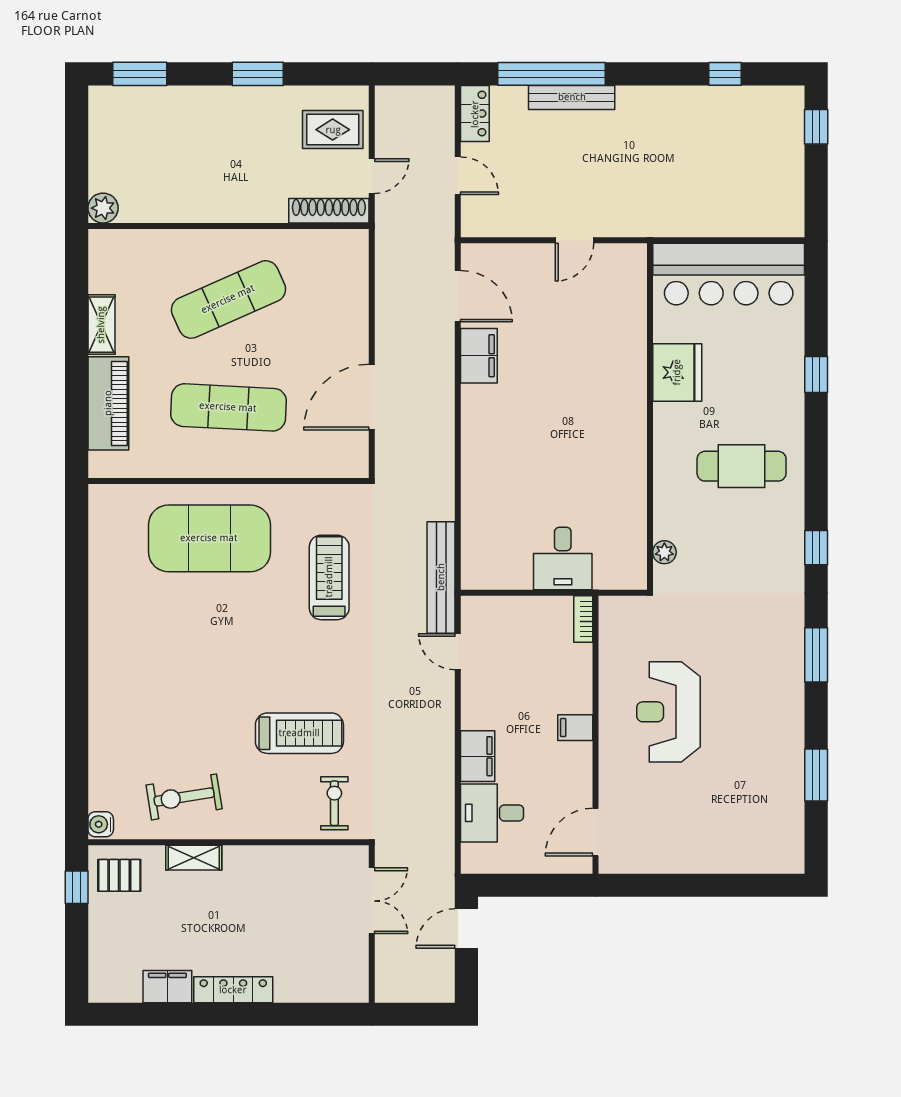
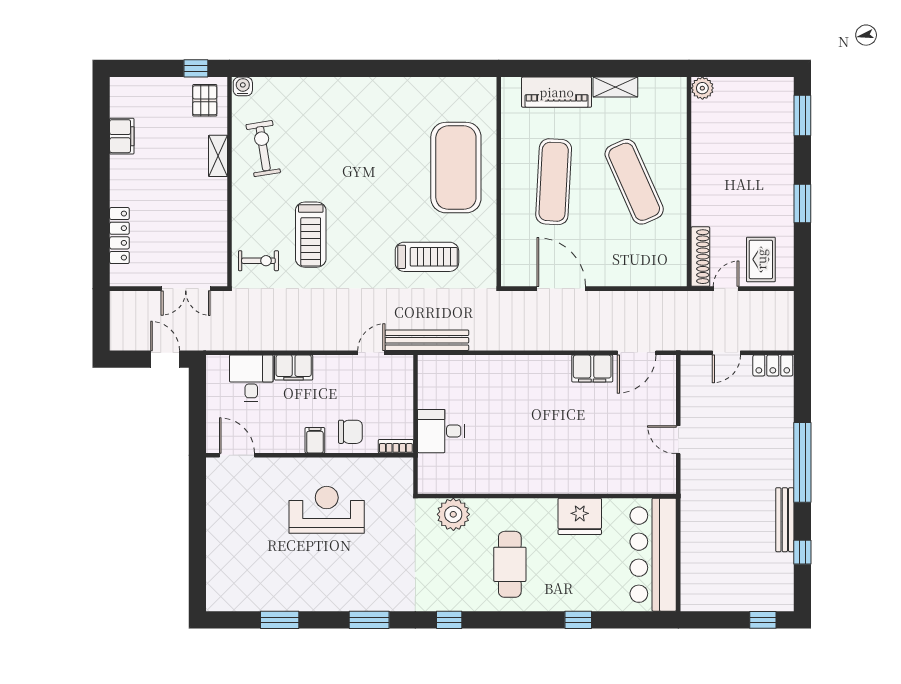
window: (552, 74) -> (802, 462), moved
bench: (572, 97) -> (785, 520), moved
door: (372, 176) -> (726, 289), swing flipped
plant: (664, 552) -> (453, 514), width x1.88, depth x1.88
chair: (564, 680) -> (350, 432), added
locker: (233, 990) -> (119, 236), moved

